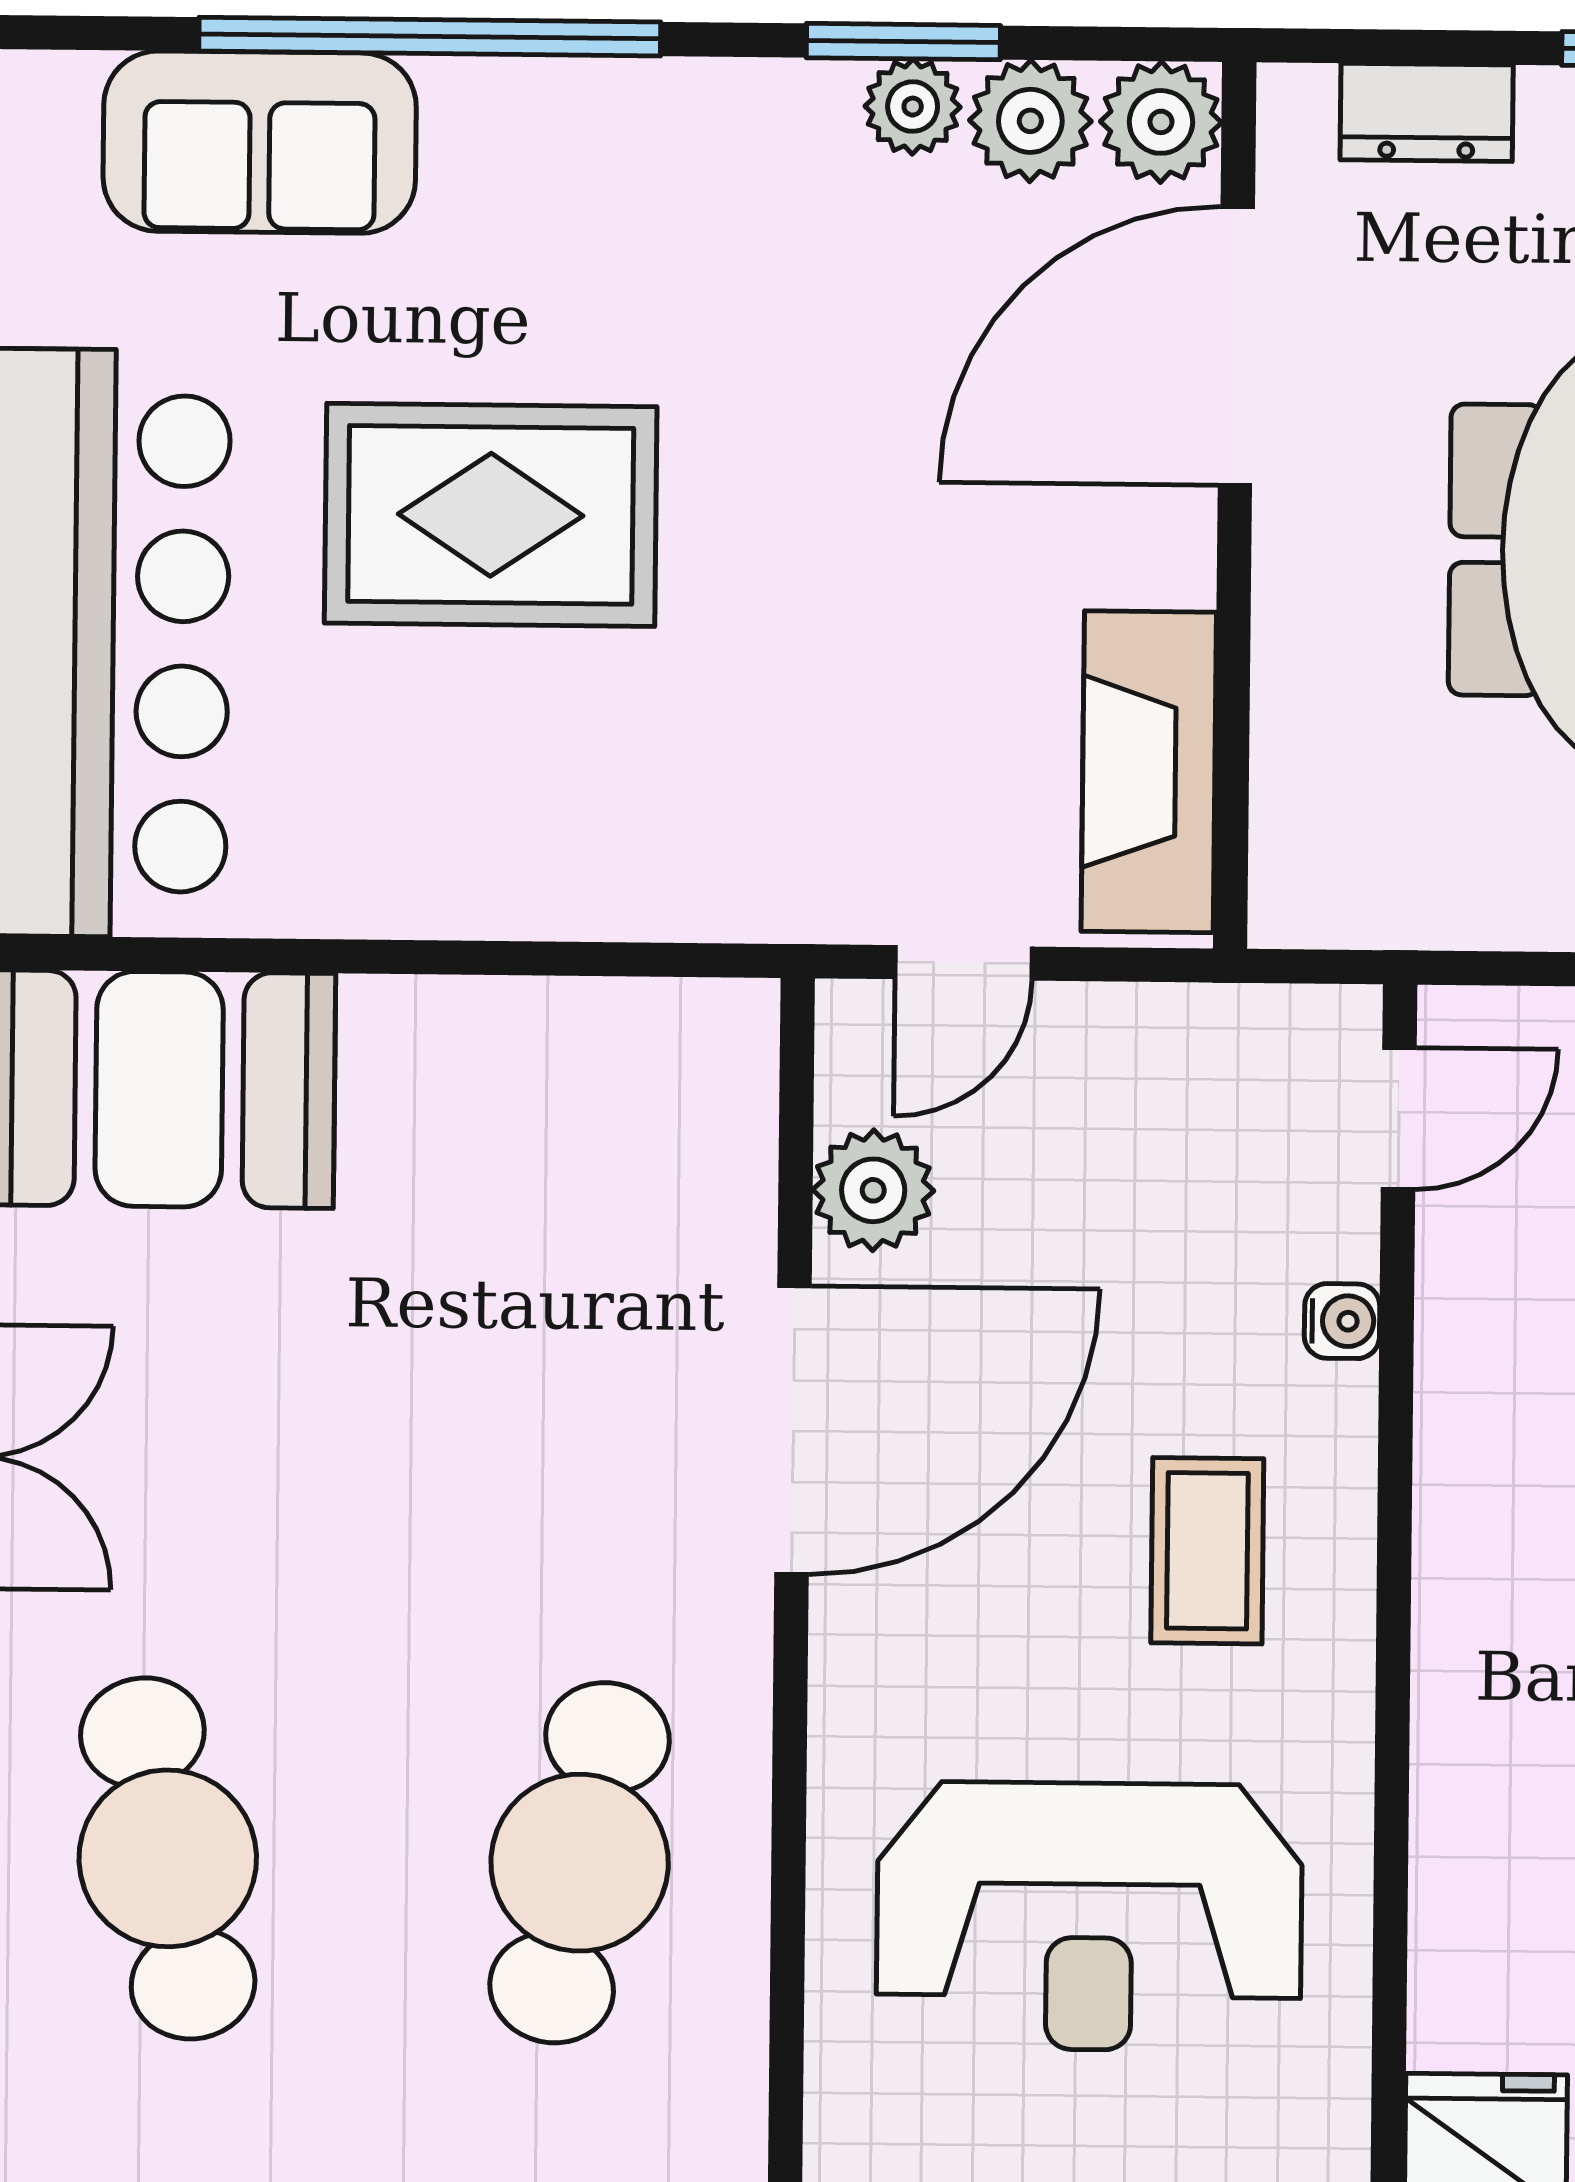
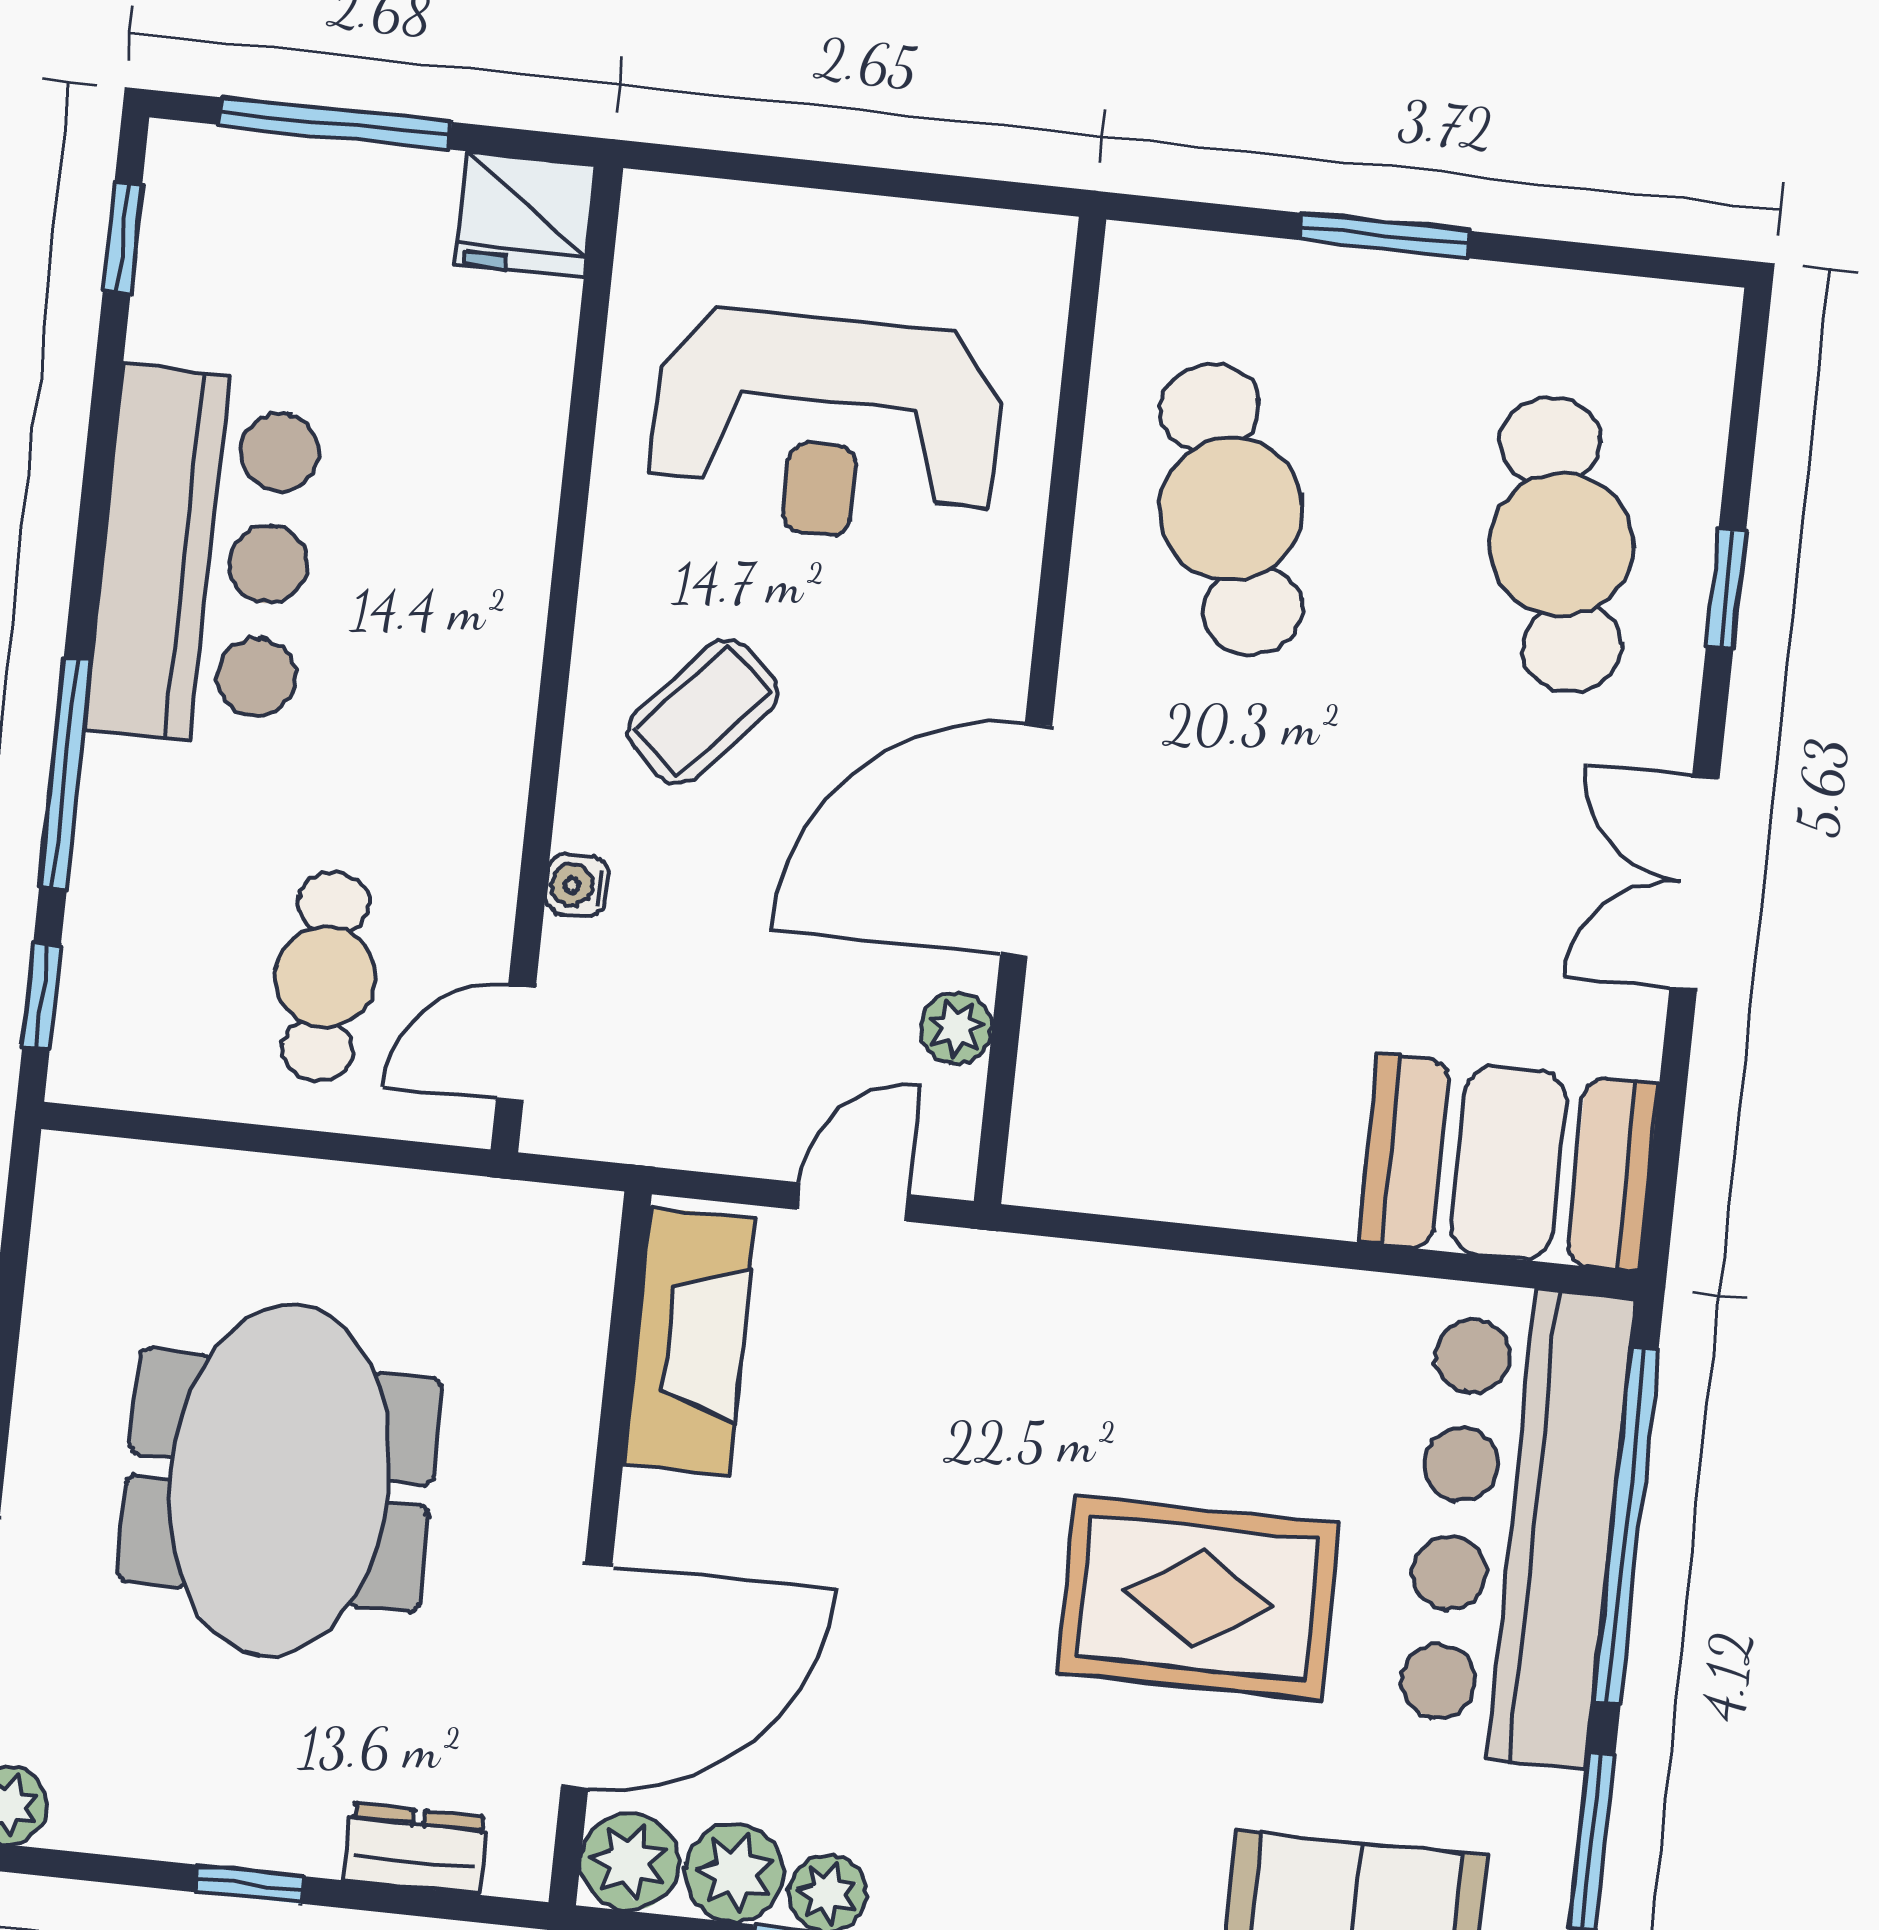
plant: (873, 1190) -> (956, 1028), width x0.73, depth x0.73
coffee table: (1207, 1551) -> (703, 711), turned 42
cafe table: (580, 1863) -> (1231, 509), turned -30
reception desk: (1089, 1916) -> (826, 427), turned 180

